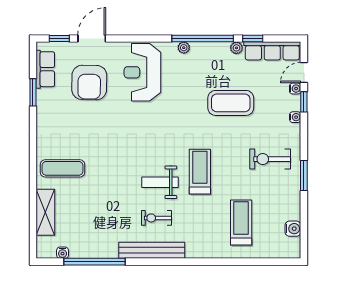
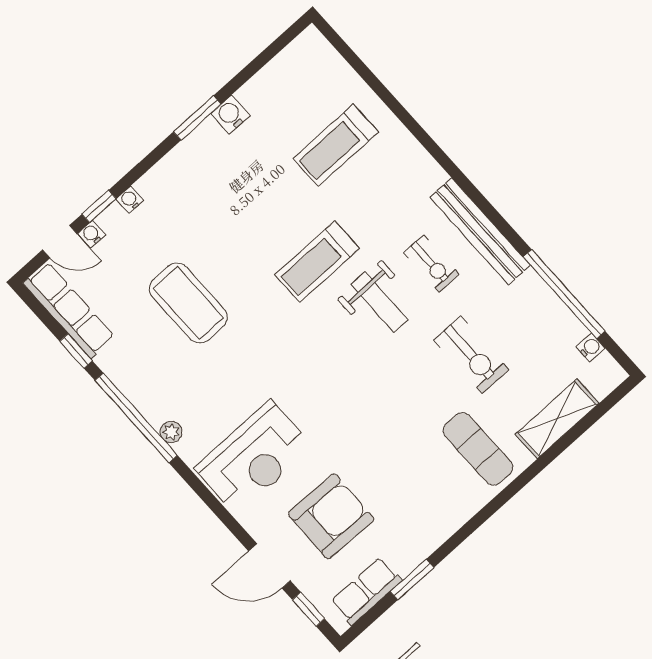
plant: (236, 48) -> (108, 361), removed
exercise bike: (270, 159) -> (471, 355), moved
water cooler: (293, 229) -> (230, 115), moved

